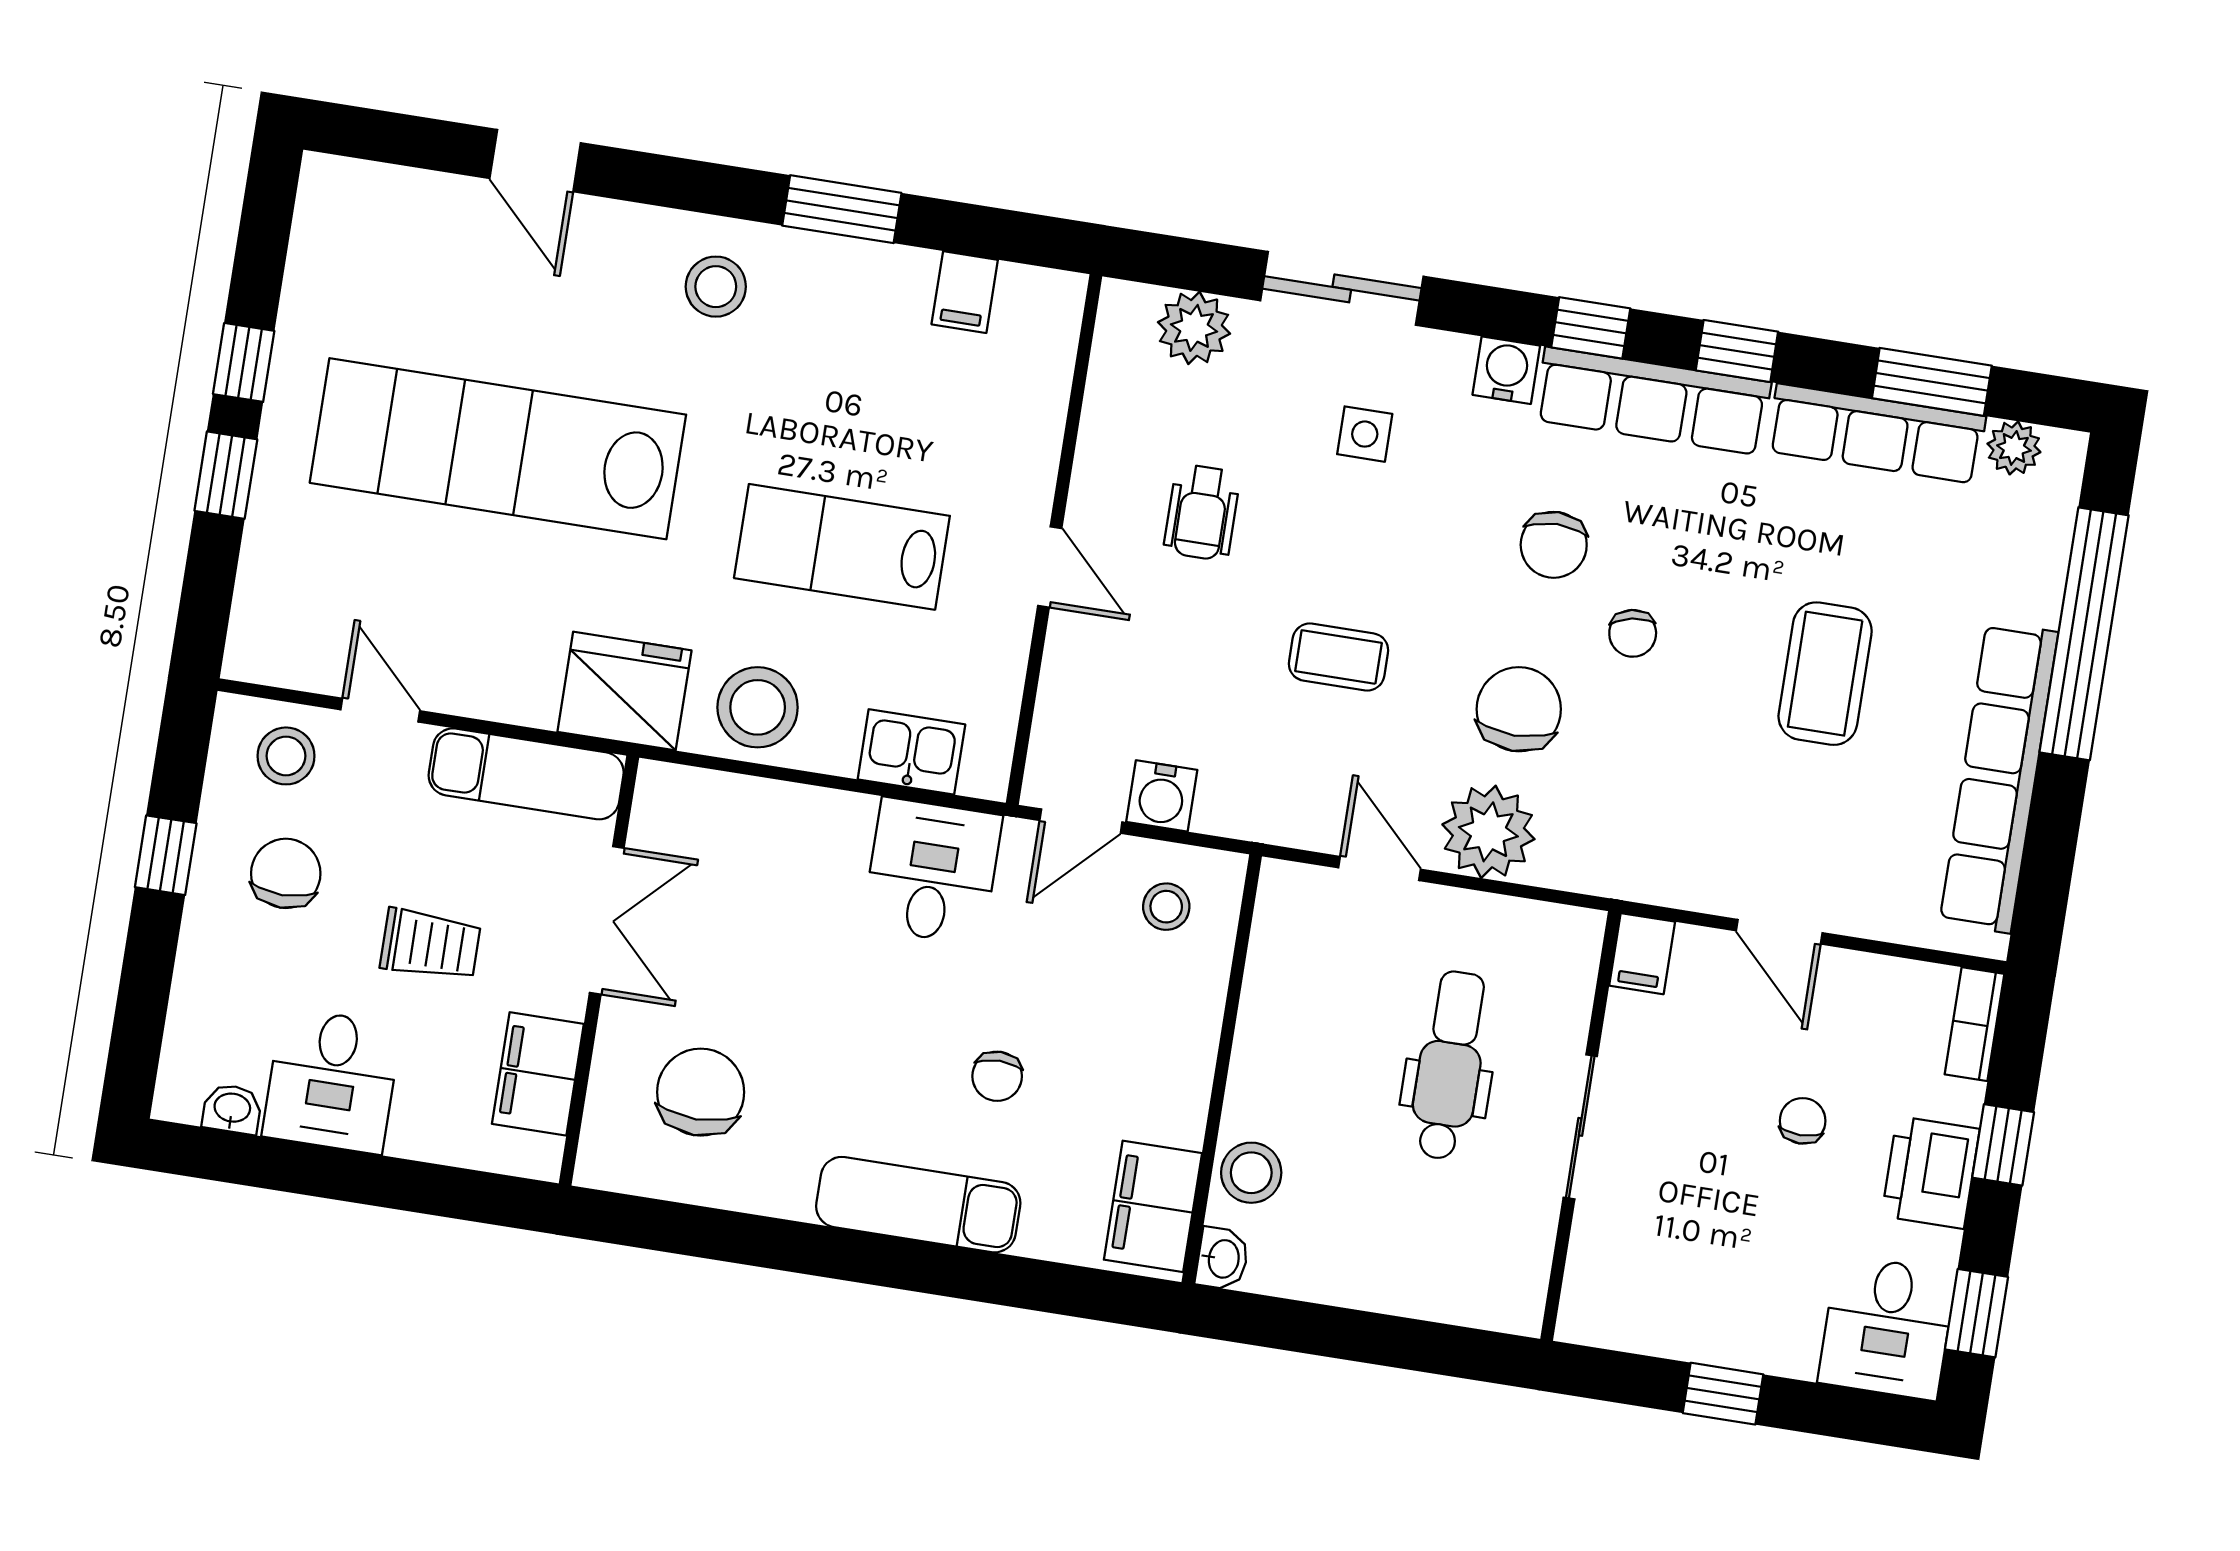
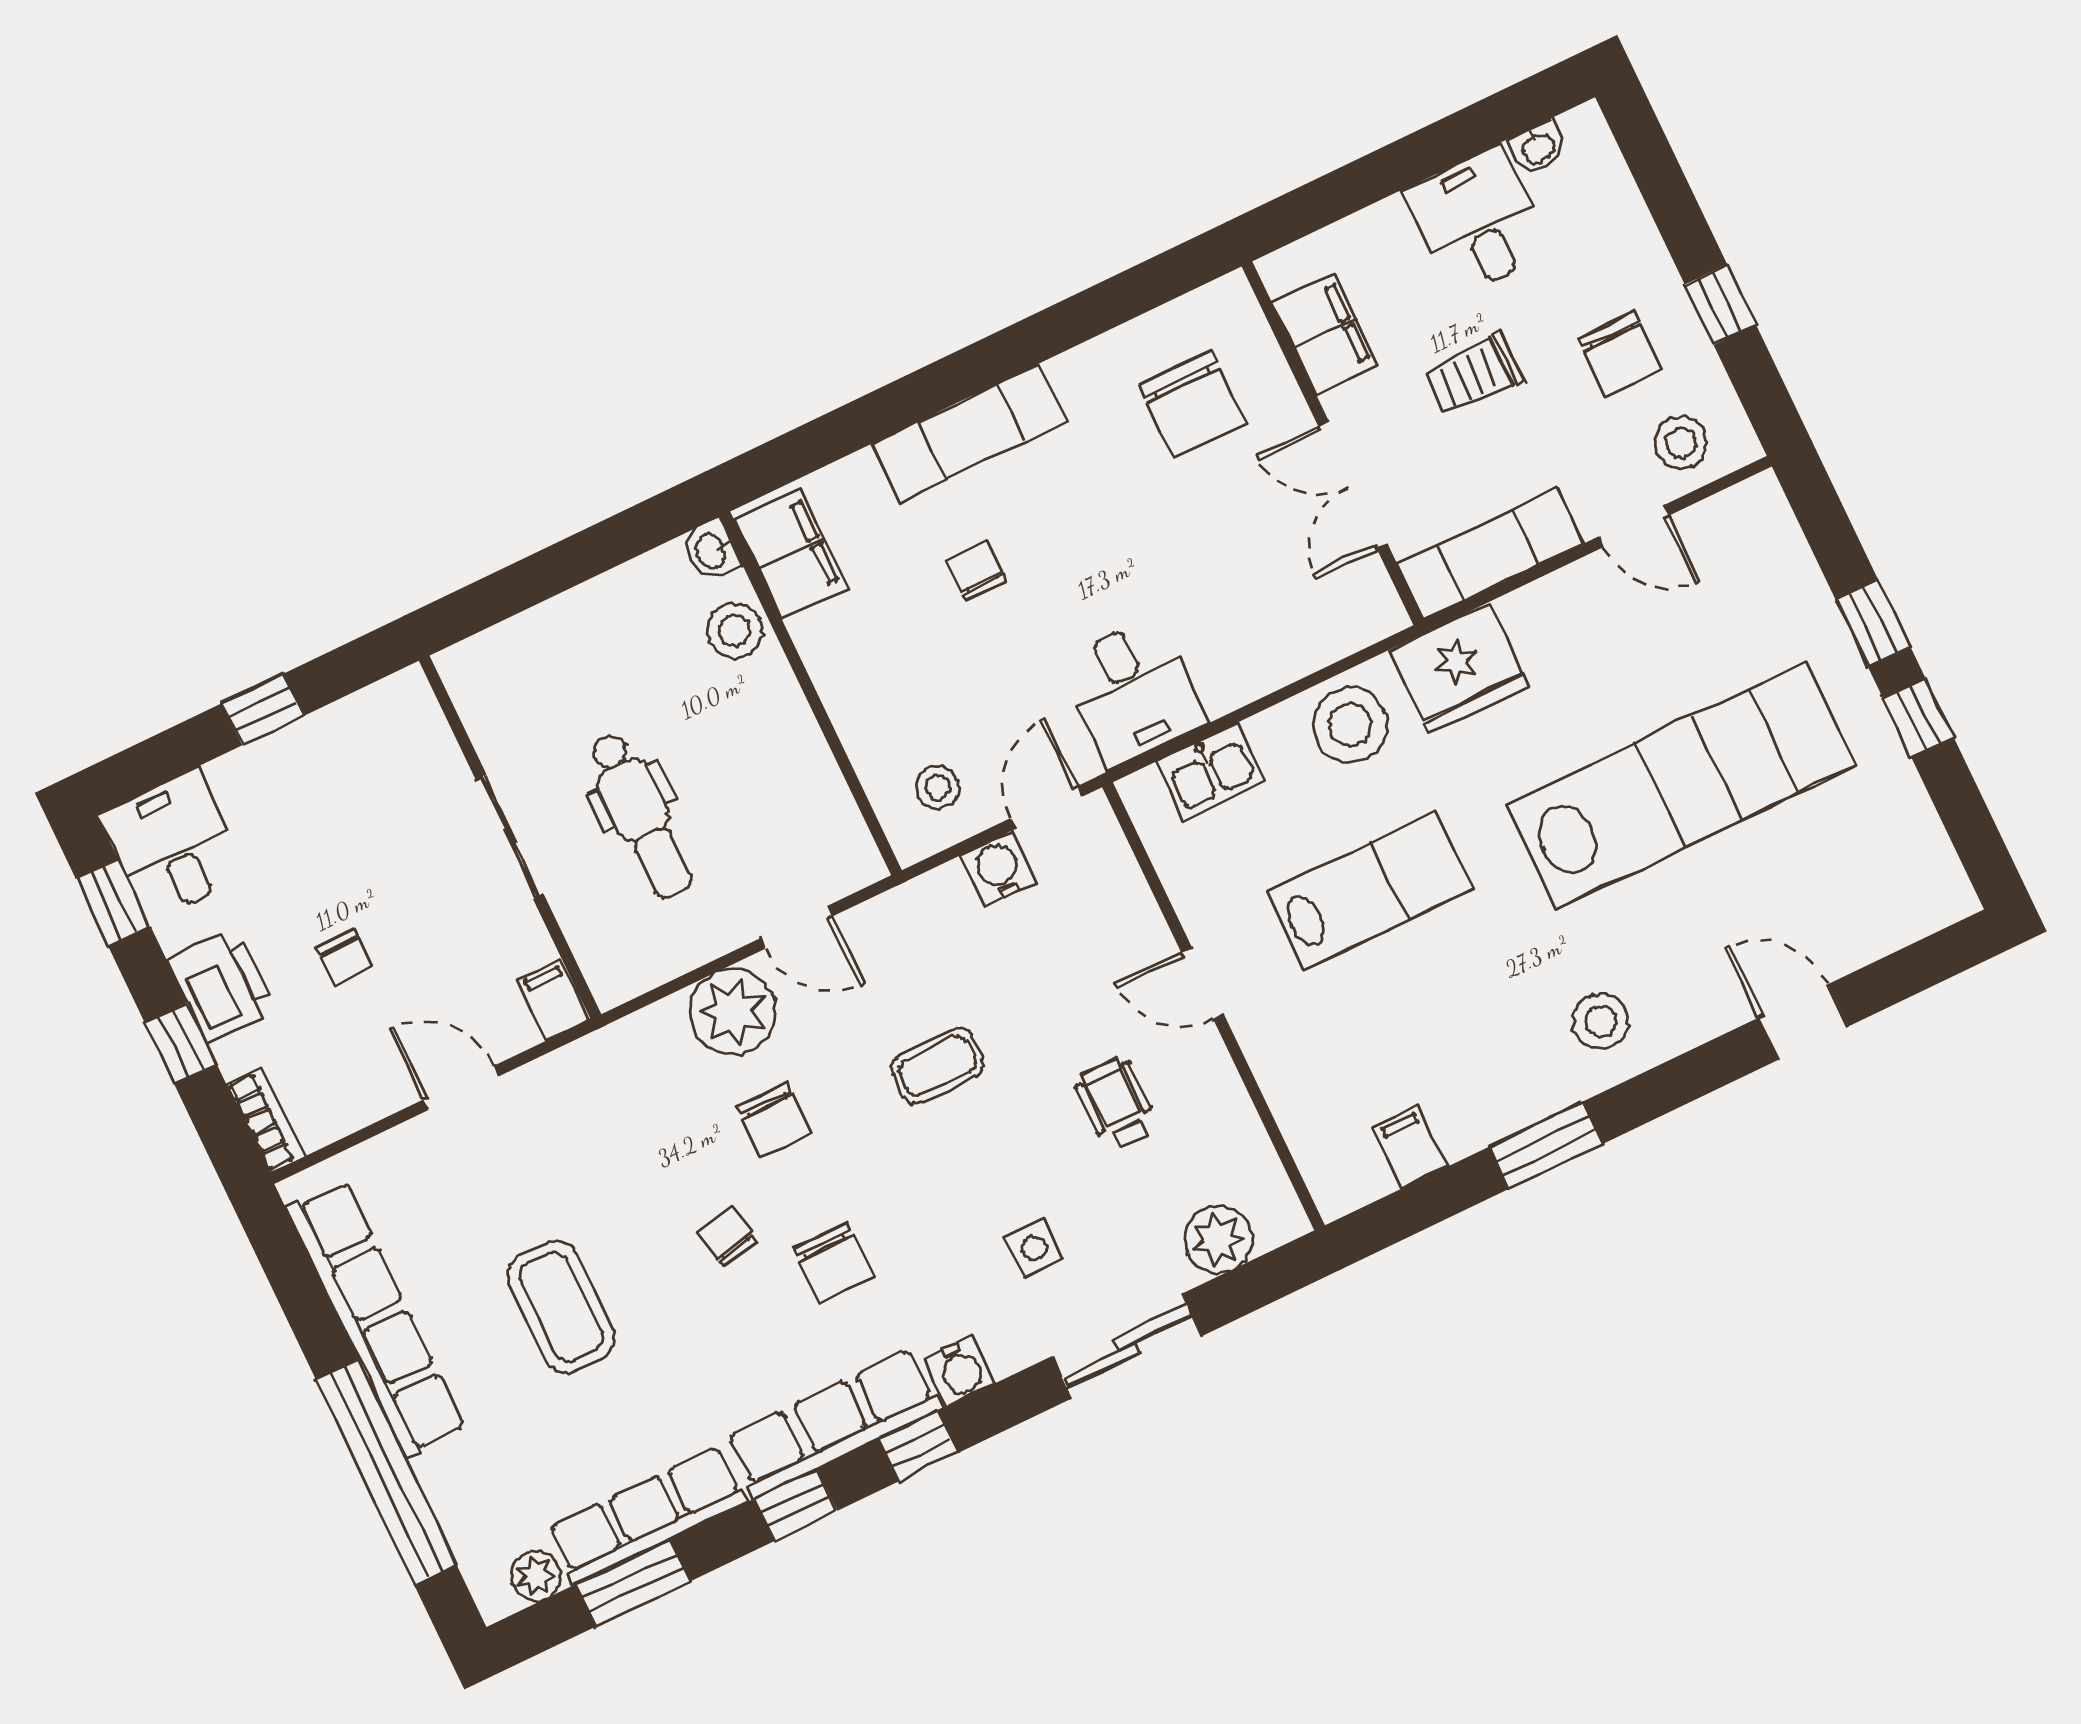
chair: (1554, 545) -> (833, 1263), turned 180
chair: (1519, 709) -> (774, 1120), width x0.73, depth x0.73

